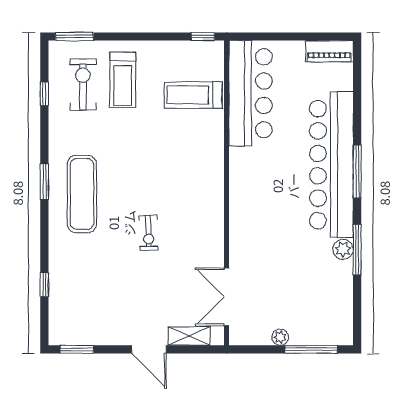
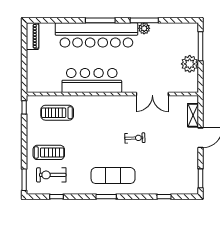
bar counter: (251, 93) -> (92, 81), moved
treadmill: (193, 95) -> (57, 113), turned 90
double door: (227, 297) -> (152, 94), moved
plant: (280, 337) -> (190, 64), width x1.88, depth x1.88

